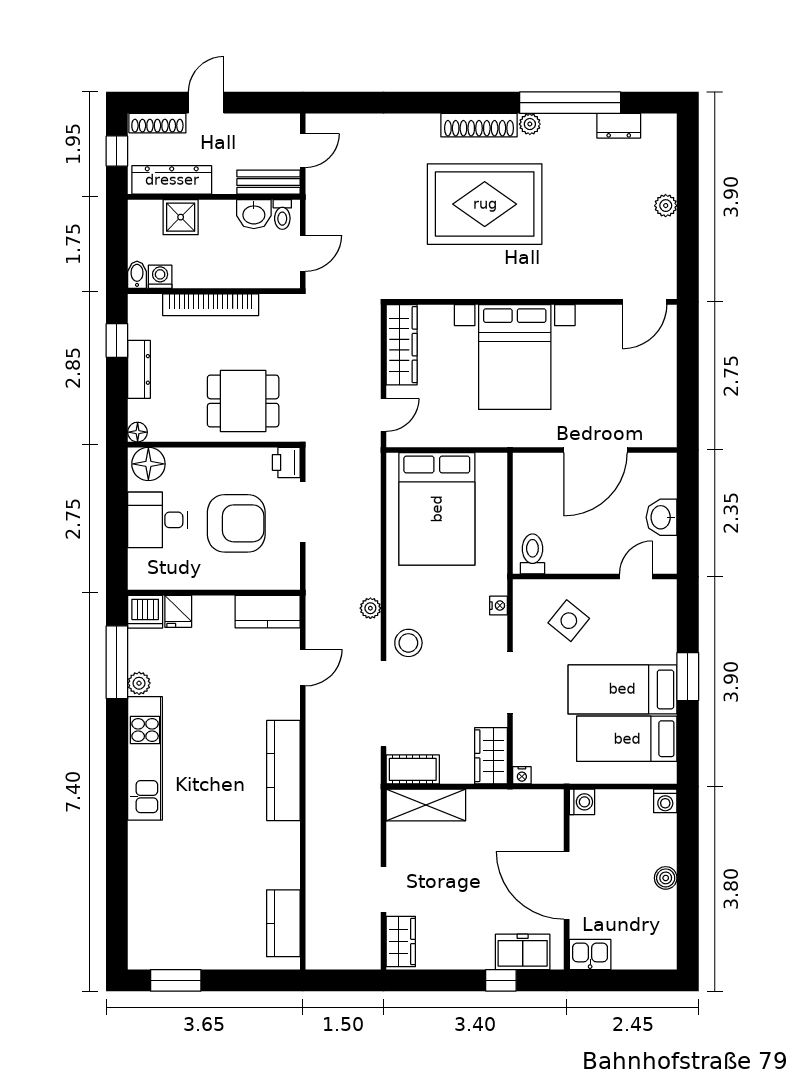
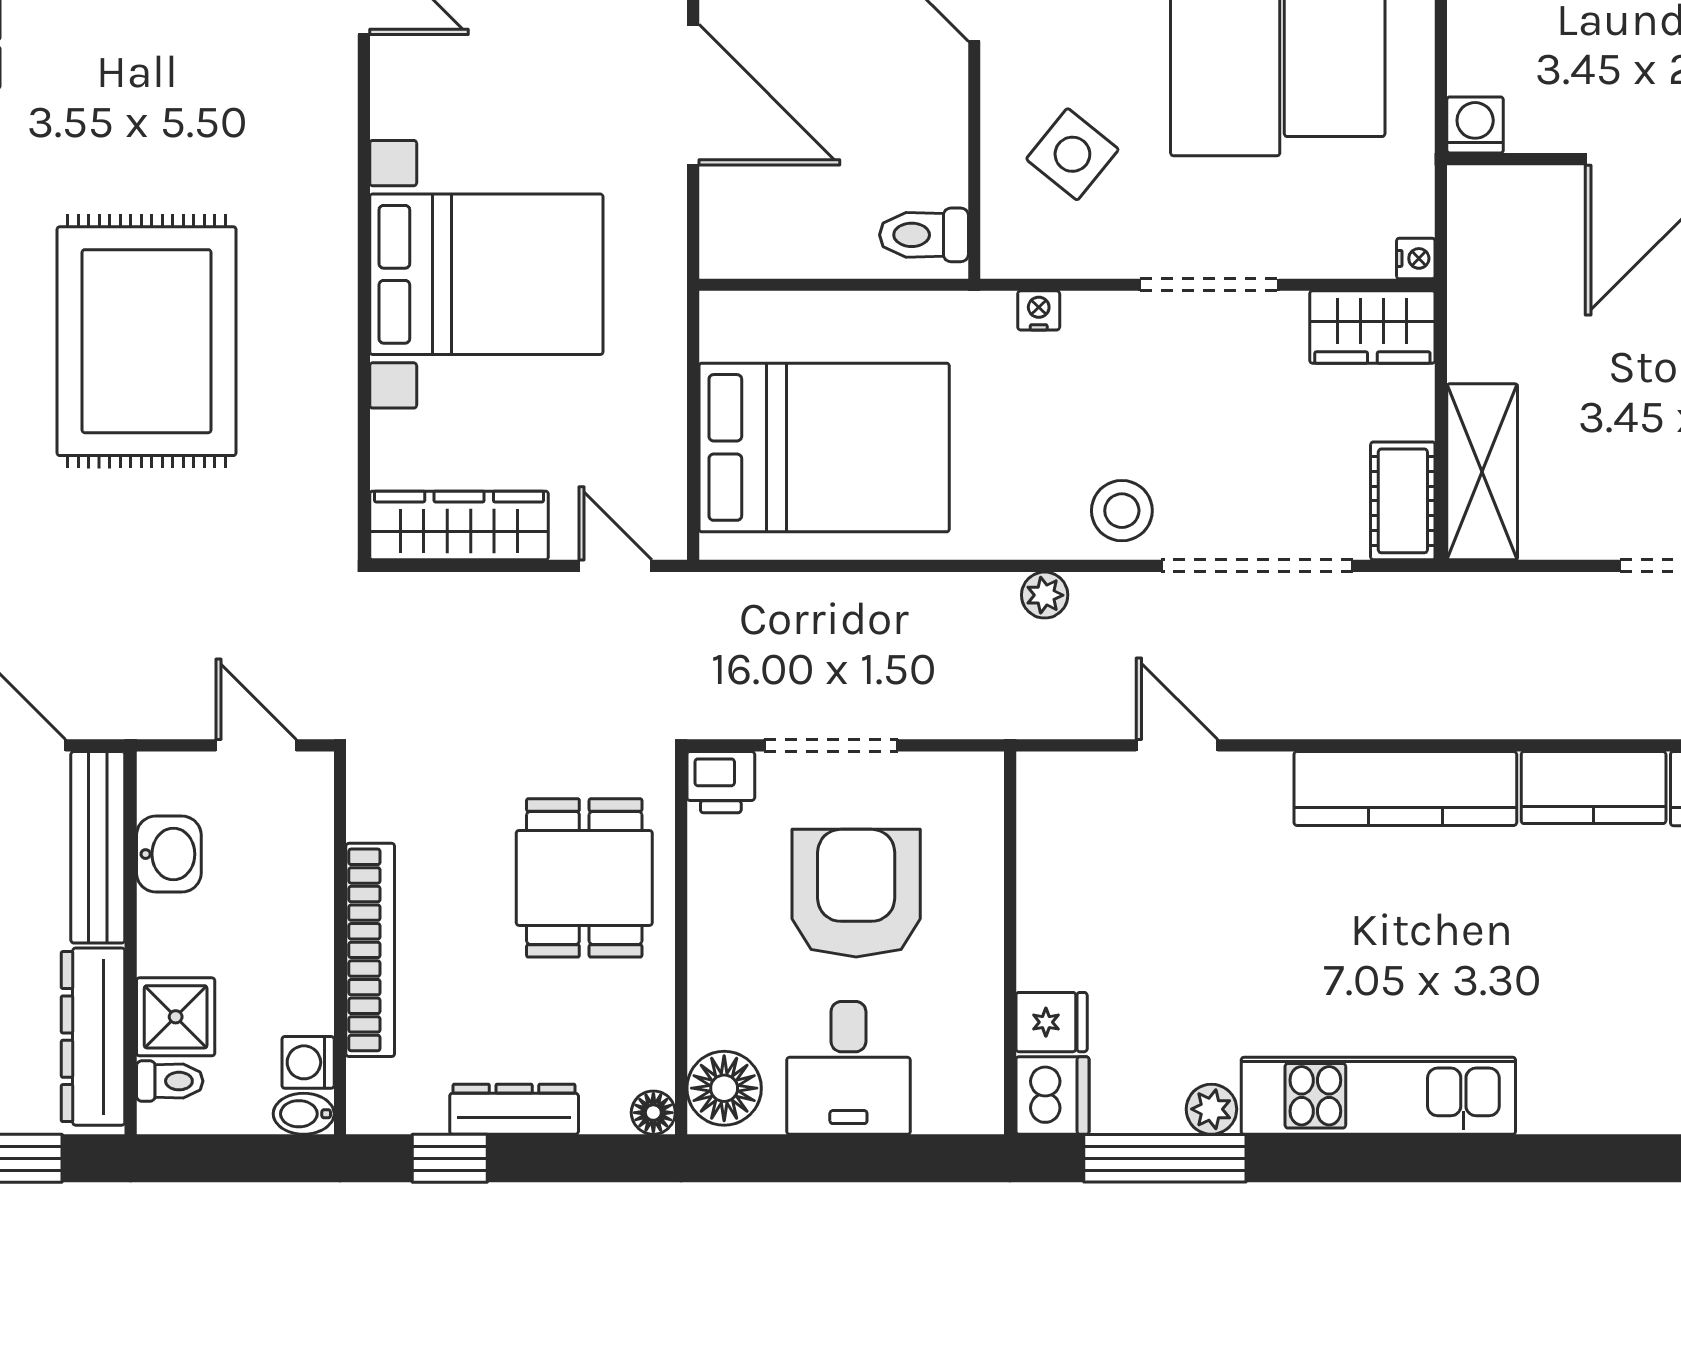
bench: (268, 182) -> (98, 847), width x1.36
toilet: (282, 214) -> (170, 1081), moved
kitchen counter: (268, 612) -> (1594, 788), moved, turned 90

